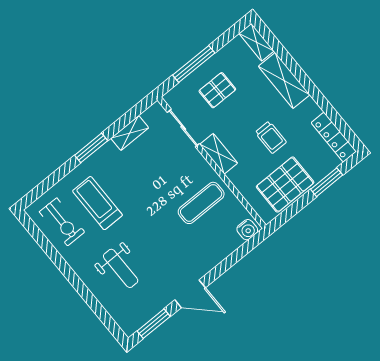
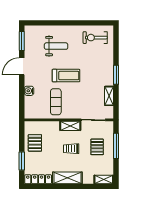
shelving: (284, 80) -> (67, 178), moved
trolley: (271, 137) -> (71, 149), moved
pallet: (285, 185) -> (35, 143), width x0.67, depth x0.71
treadmill: (97, 203) -> (66, 76), moved
water cooler: (247, 230) -> (29, 91), moved
weight bench: (121, 268) -> (56, 46), turned 180

